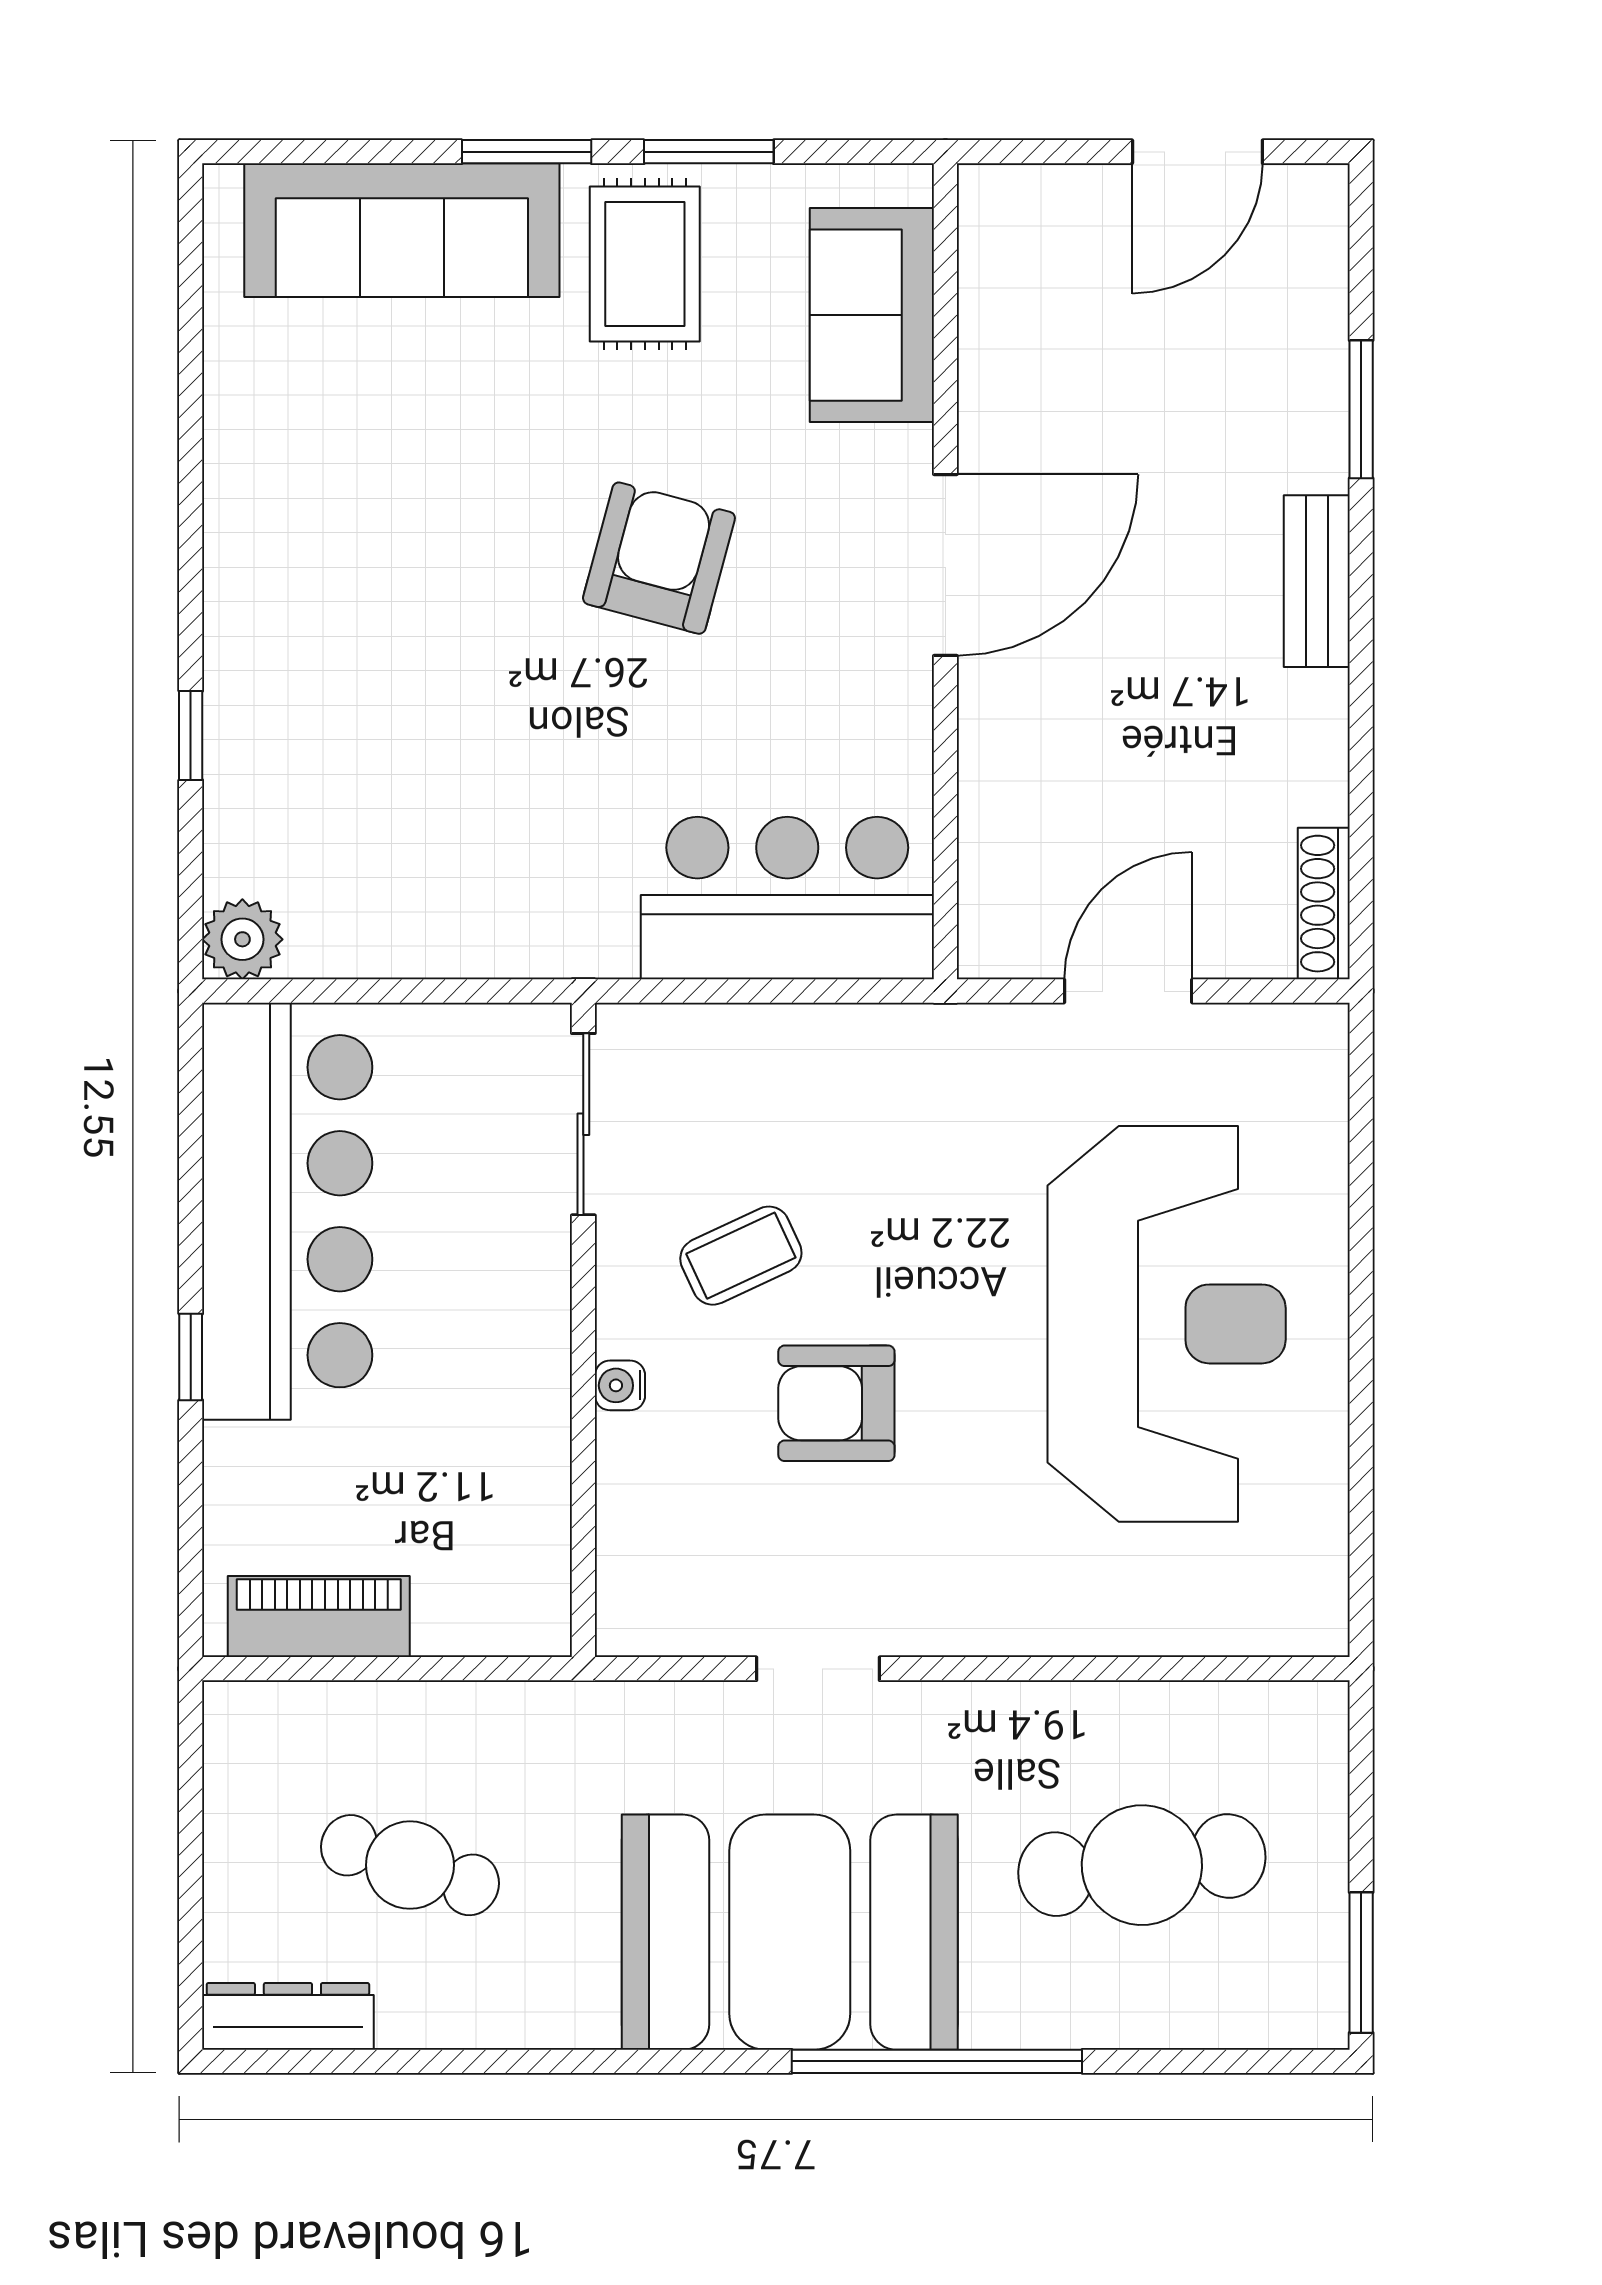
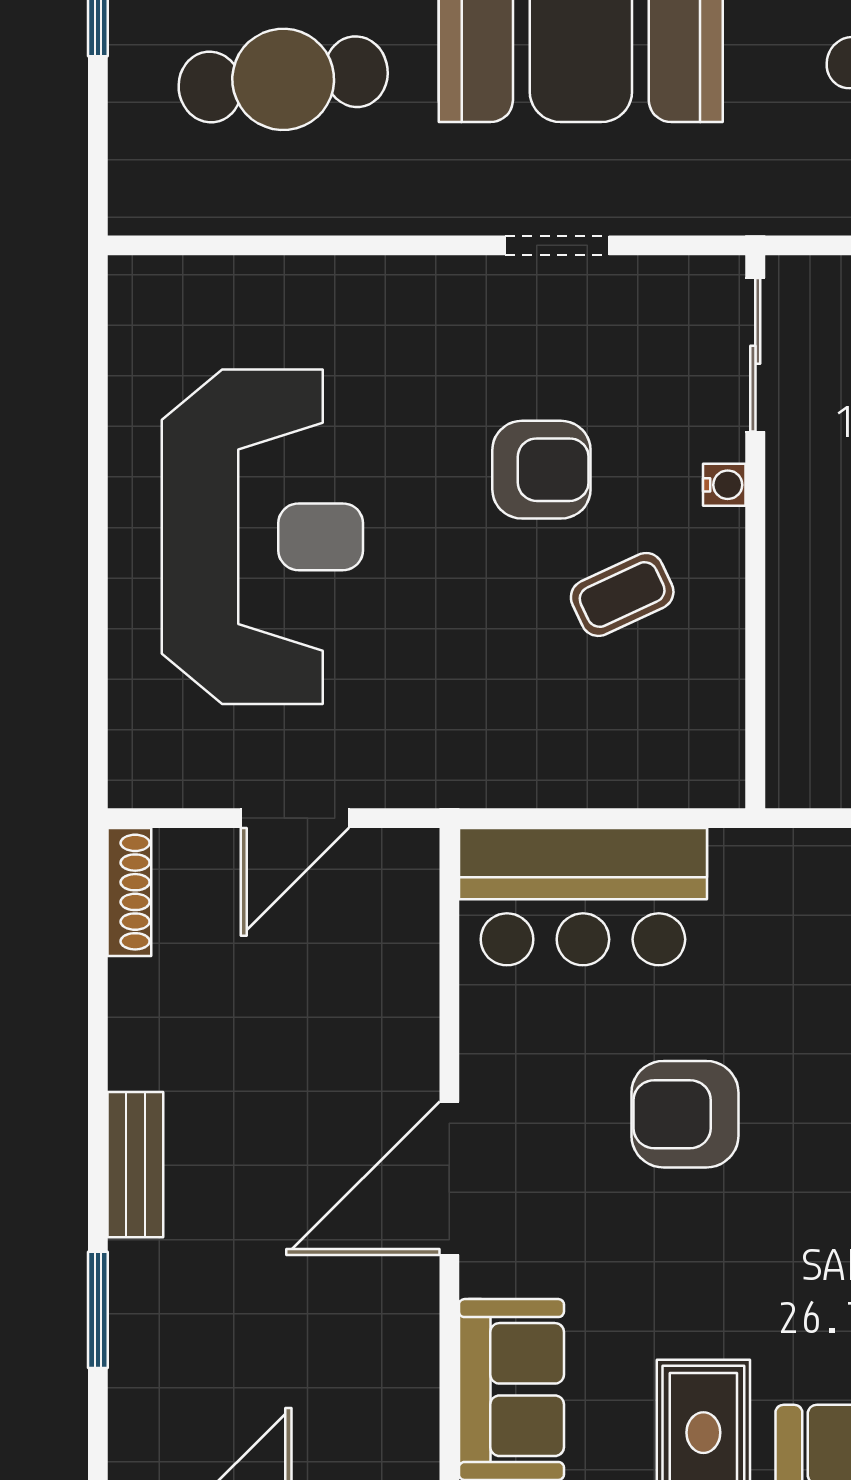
armchair: (659, 558) -> (685, 1114), moved, turned 75
sliding door: (583, 1124) -> (755, 355), moved
reception desk: (1167, 1324) -> (262, 537), turned 180

